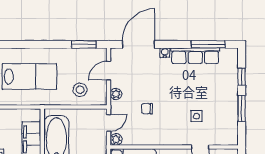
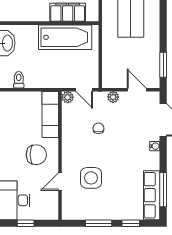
row of seats: (195, 56) -> (152, 195), moved
stool: (80, 90) -> (117, 61), removed
side table: (196, 116) -> (91, 178), width x1.87, depth x1.87

